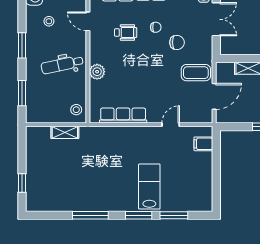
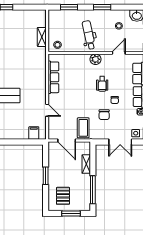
wheelchair: (126, 32) -> (102, 84), moved
plant: (97, 72) -> (95, 59), moved

